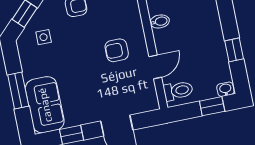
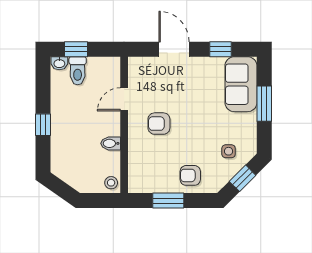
armchair: (117, 50) -> (159, 124), turned 180
window: (234, 50) -> (43, 125), moved
toilet: (178, 91) -> (78, 71), moved, turned -90

